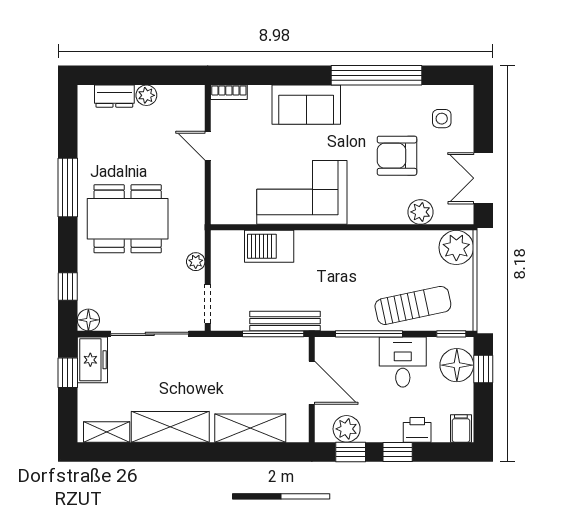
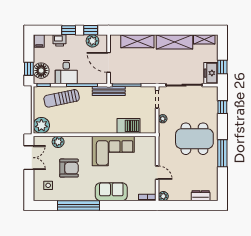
plant: (146, 95) -> (163, 196), moved
floor lamp: (88, 320) -> (213, 92), removed
bench: (285, 321) -> (109, 91), moved

